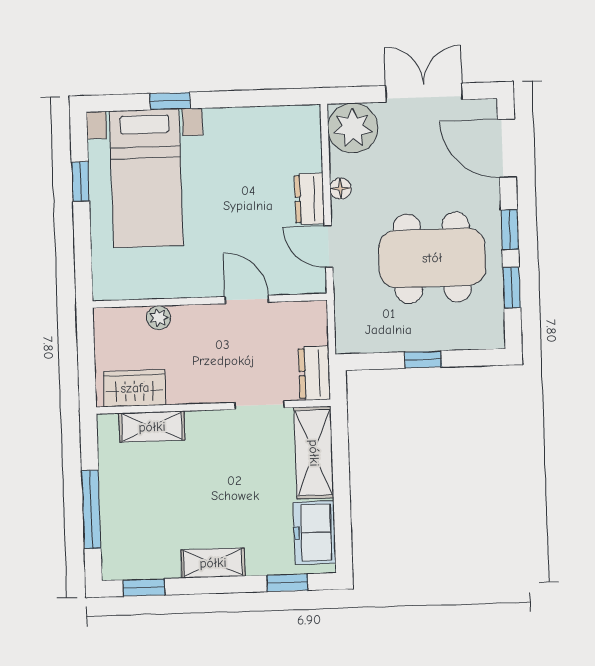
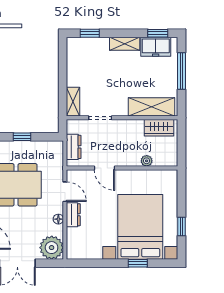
bed with nightstands: (146, 178) -> (140, 227), width x1.36
dresser: (314, 373) -> (74, 147), moved
shelving: (152, 427) -> (151, 107), width x1.50, depth x1.33
shelving: (314, 453) -> (73, 102), width x0.67, depth x0.75
freezer: (314, 532) -> (156, 47), moved, turned 90

